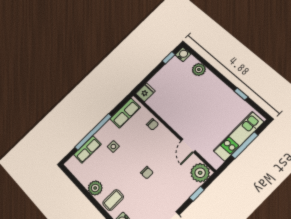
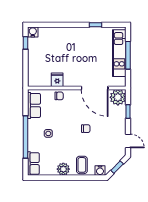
plant: (199, 70) -> (53, 33), removed
fridge: (145, 92) -> (57, 80), moved
door: (188, 146) -> (95, 88), width x1.88
row of seats: (87, 149) -> (33, 164), moved

